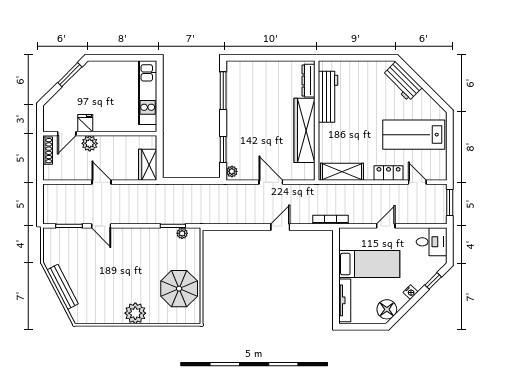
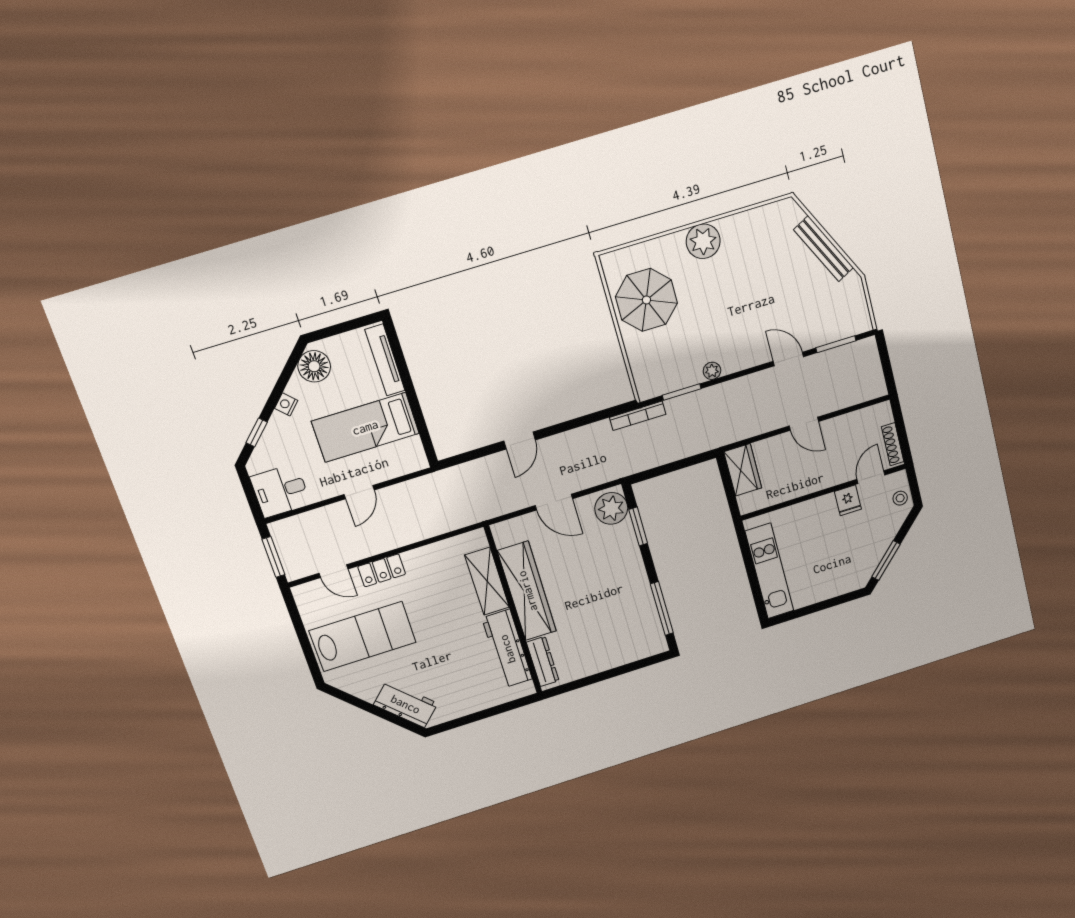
stool: (51, 114) -> (900, 498), added
plant: (90, 143) -> (835, 474), removed
plant: (232, 171) -> (611, 508), width x1.88, depth x1.88
shelving: (342, 172) -> (487, 581), moved, turned 90
bookcase: (330, 220) -> (638, 416), moved
plant: (182, 233) -> (712, 371), moved

